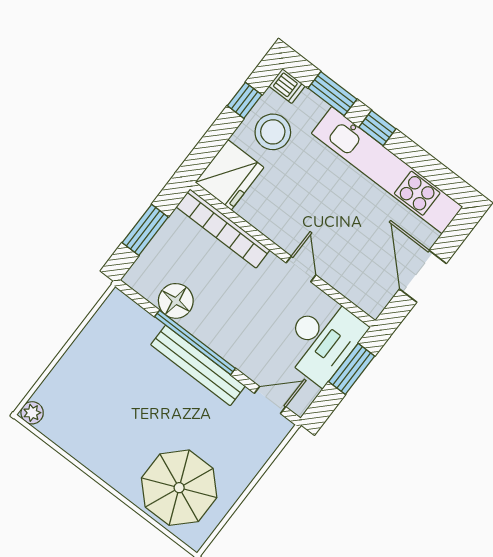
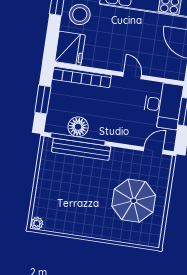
window: (195, 343) -> (78, 139), moved
bench: (198, 365) -> (81, 149), moved
parasol: (179, 488) -> (134, 201), moved

